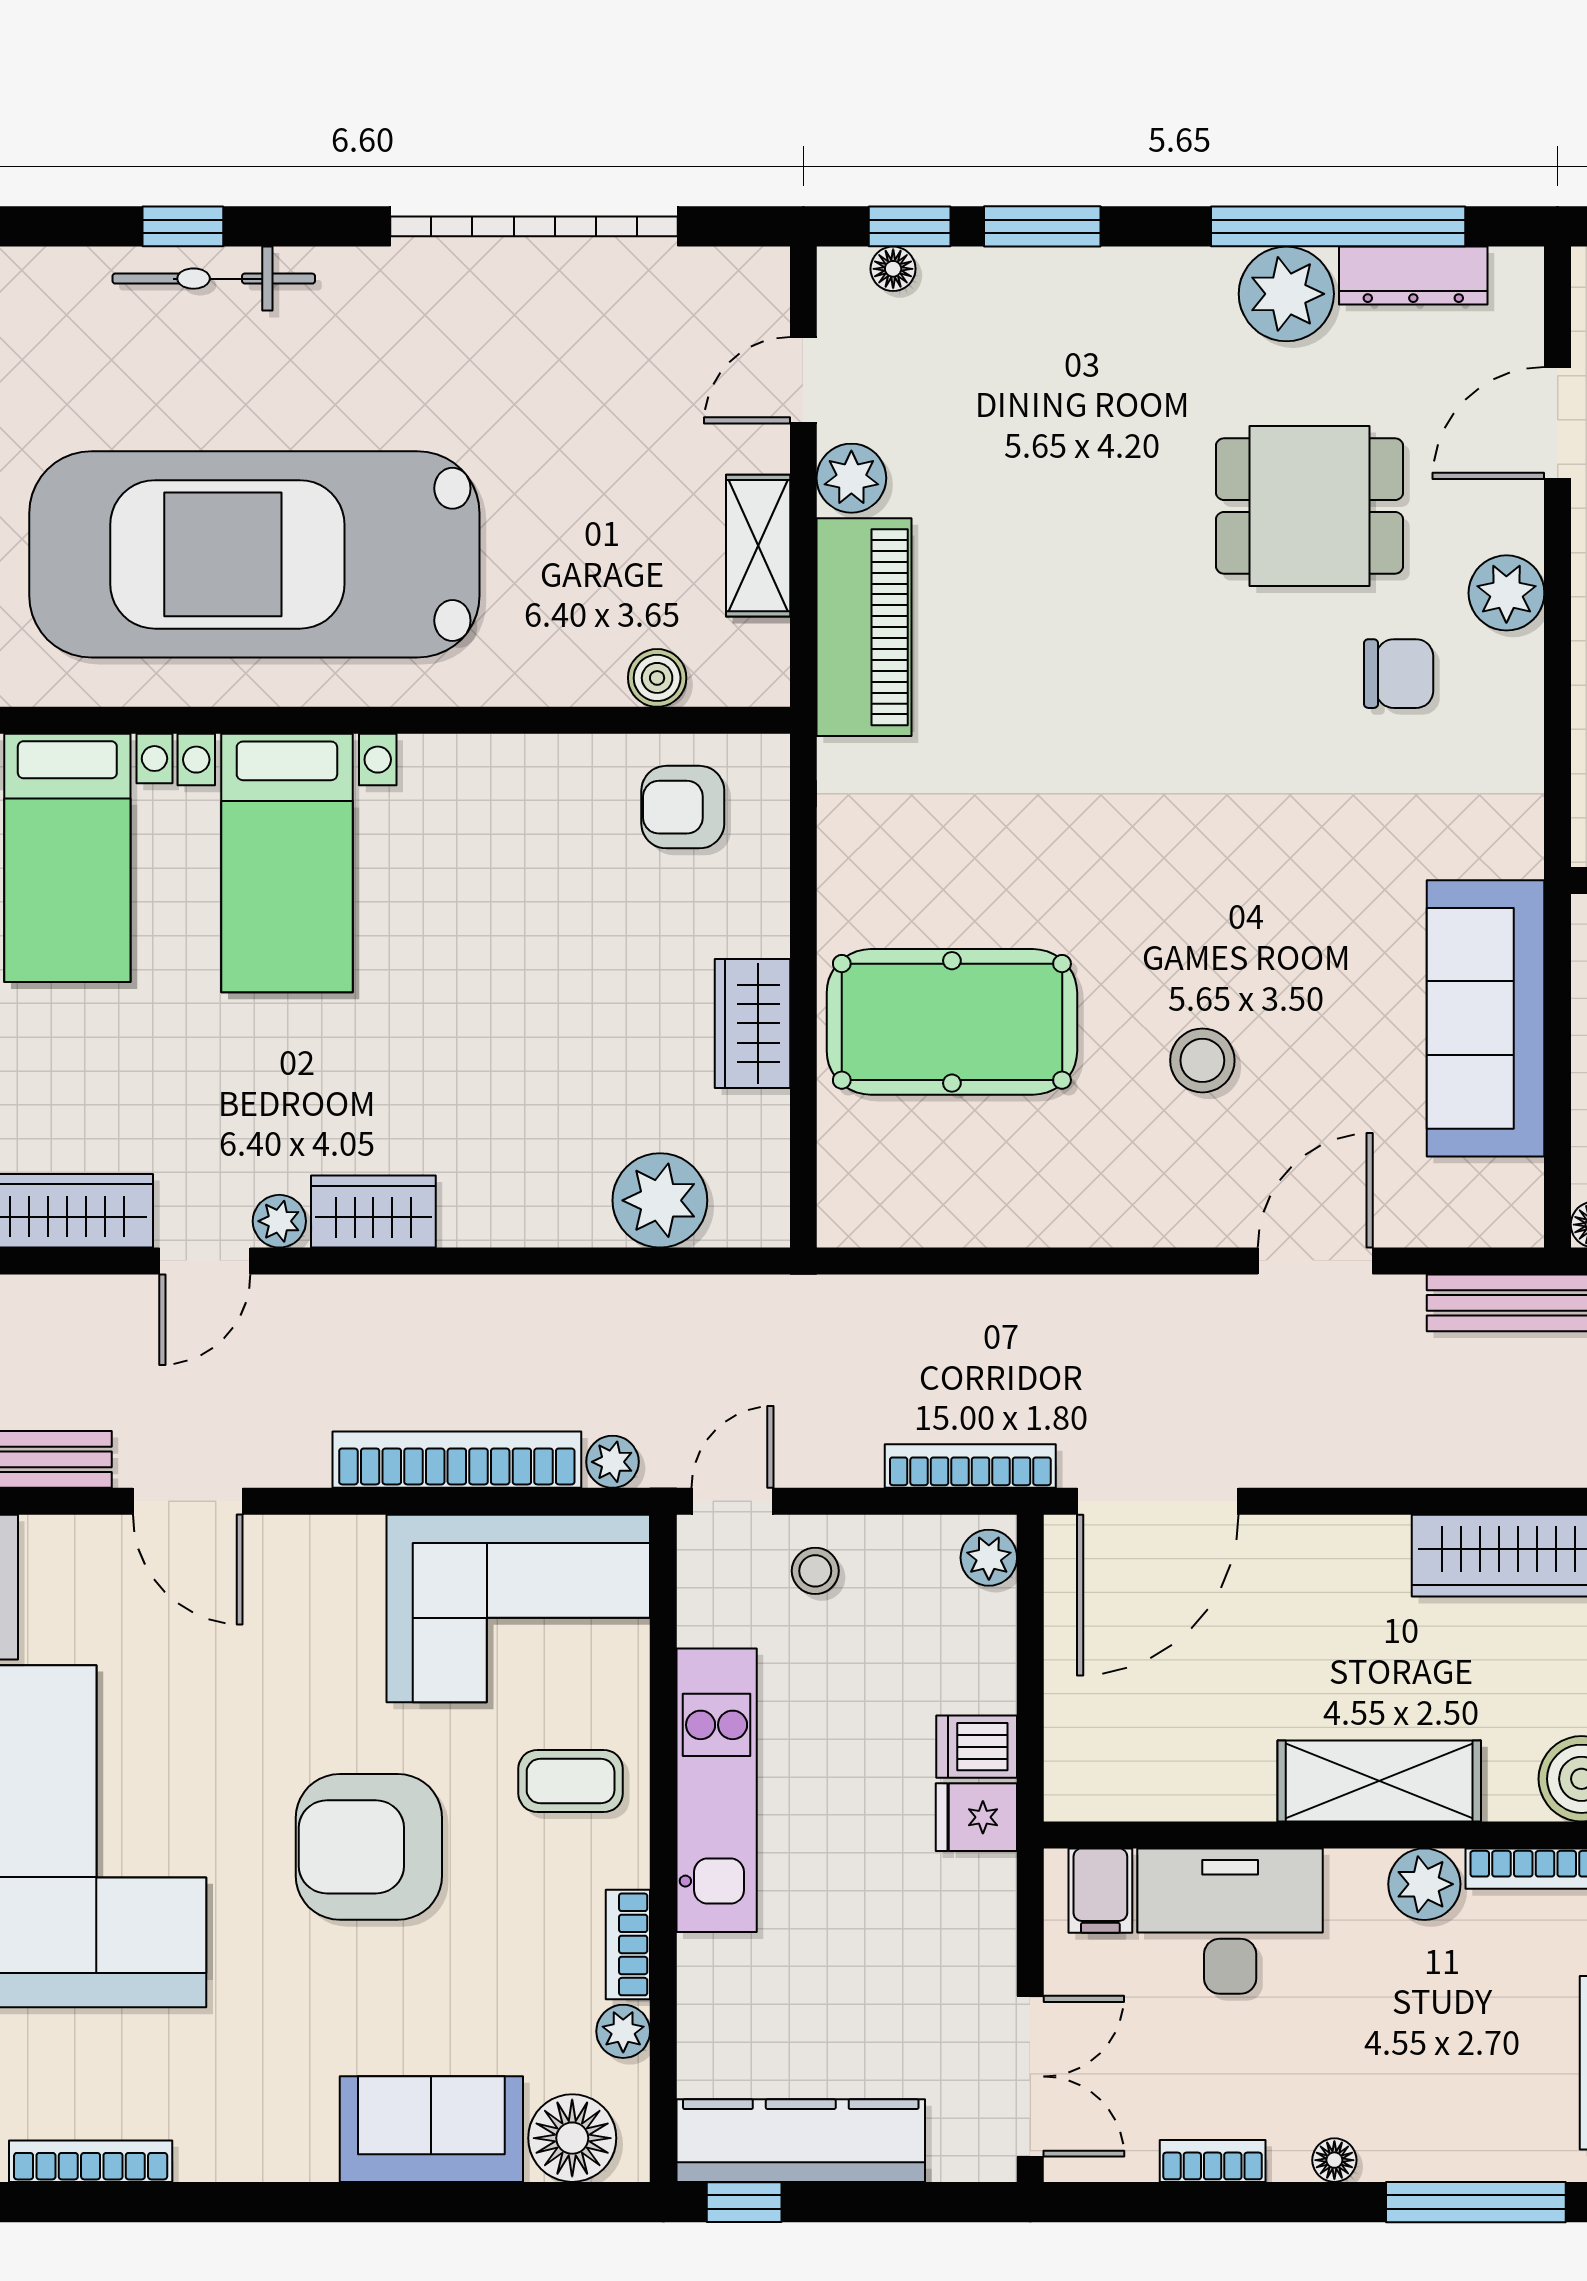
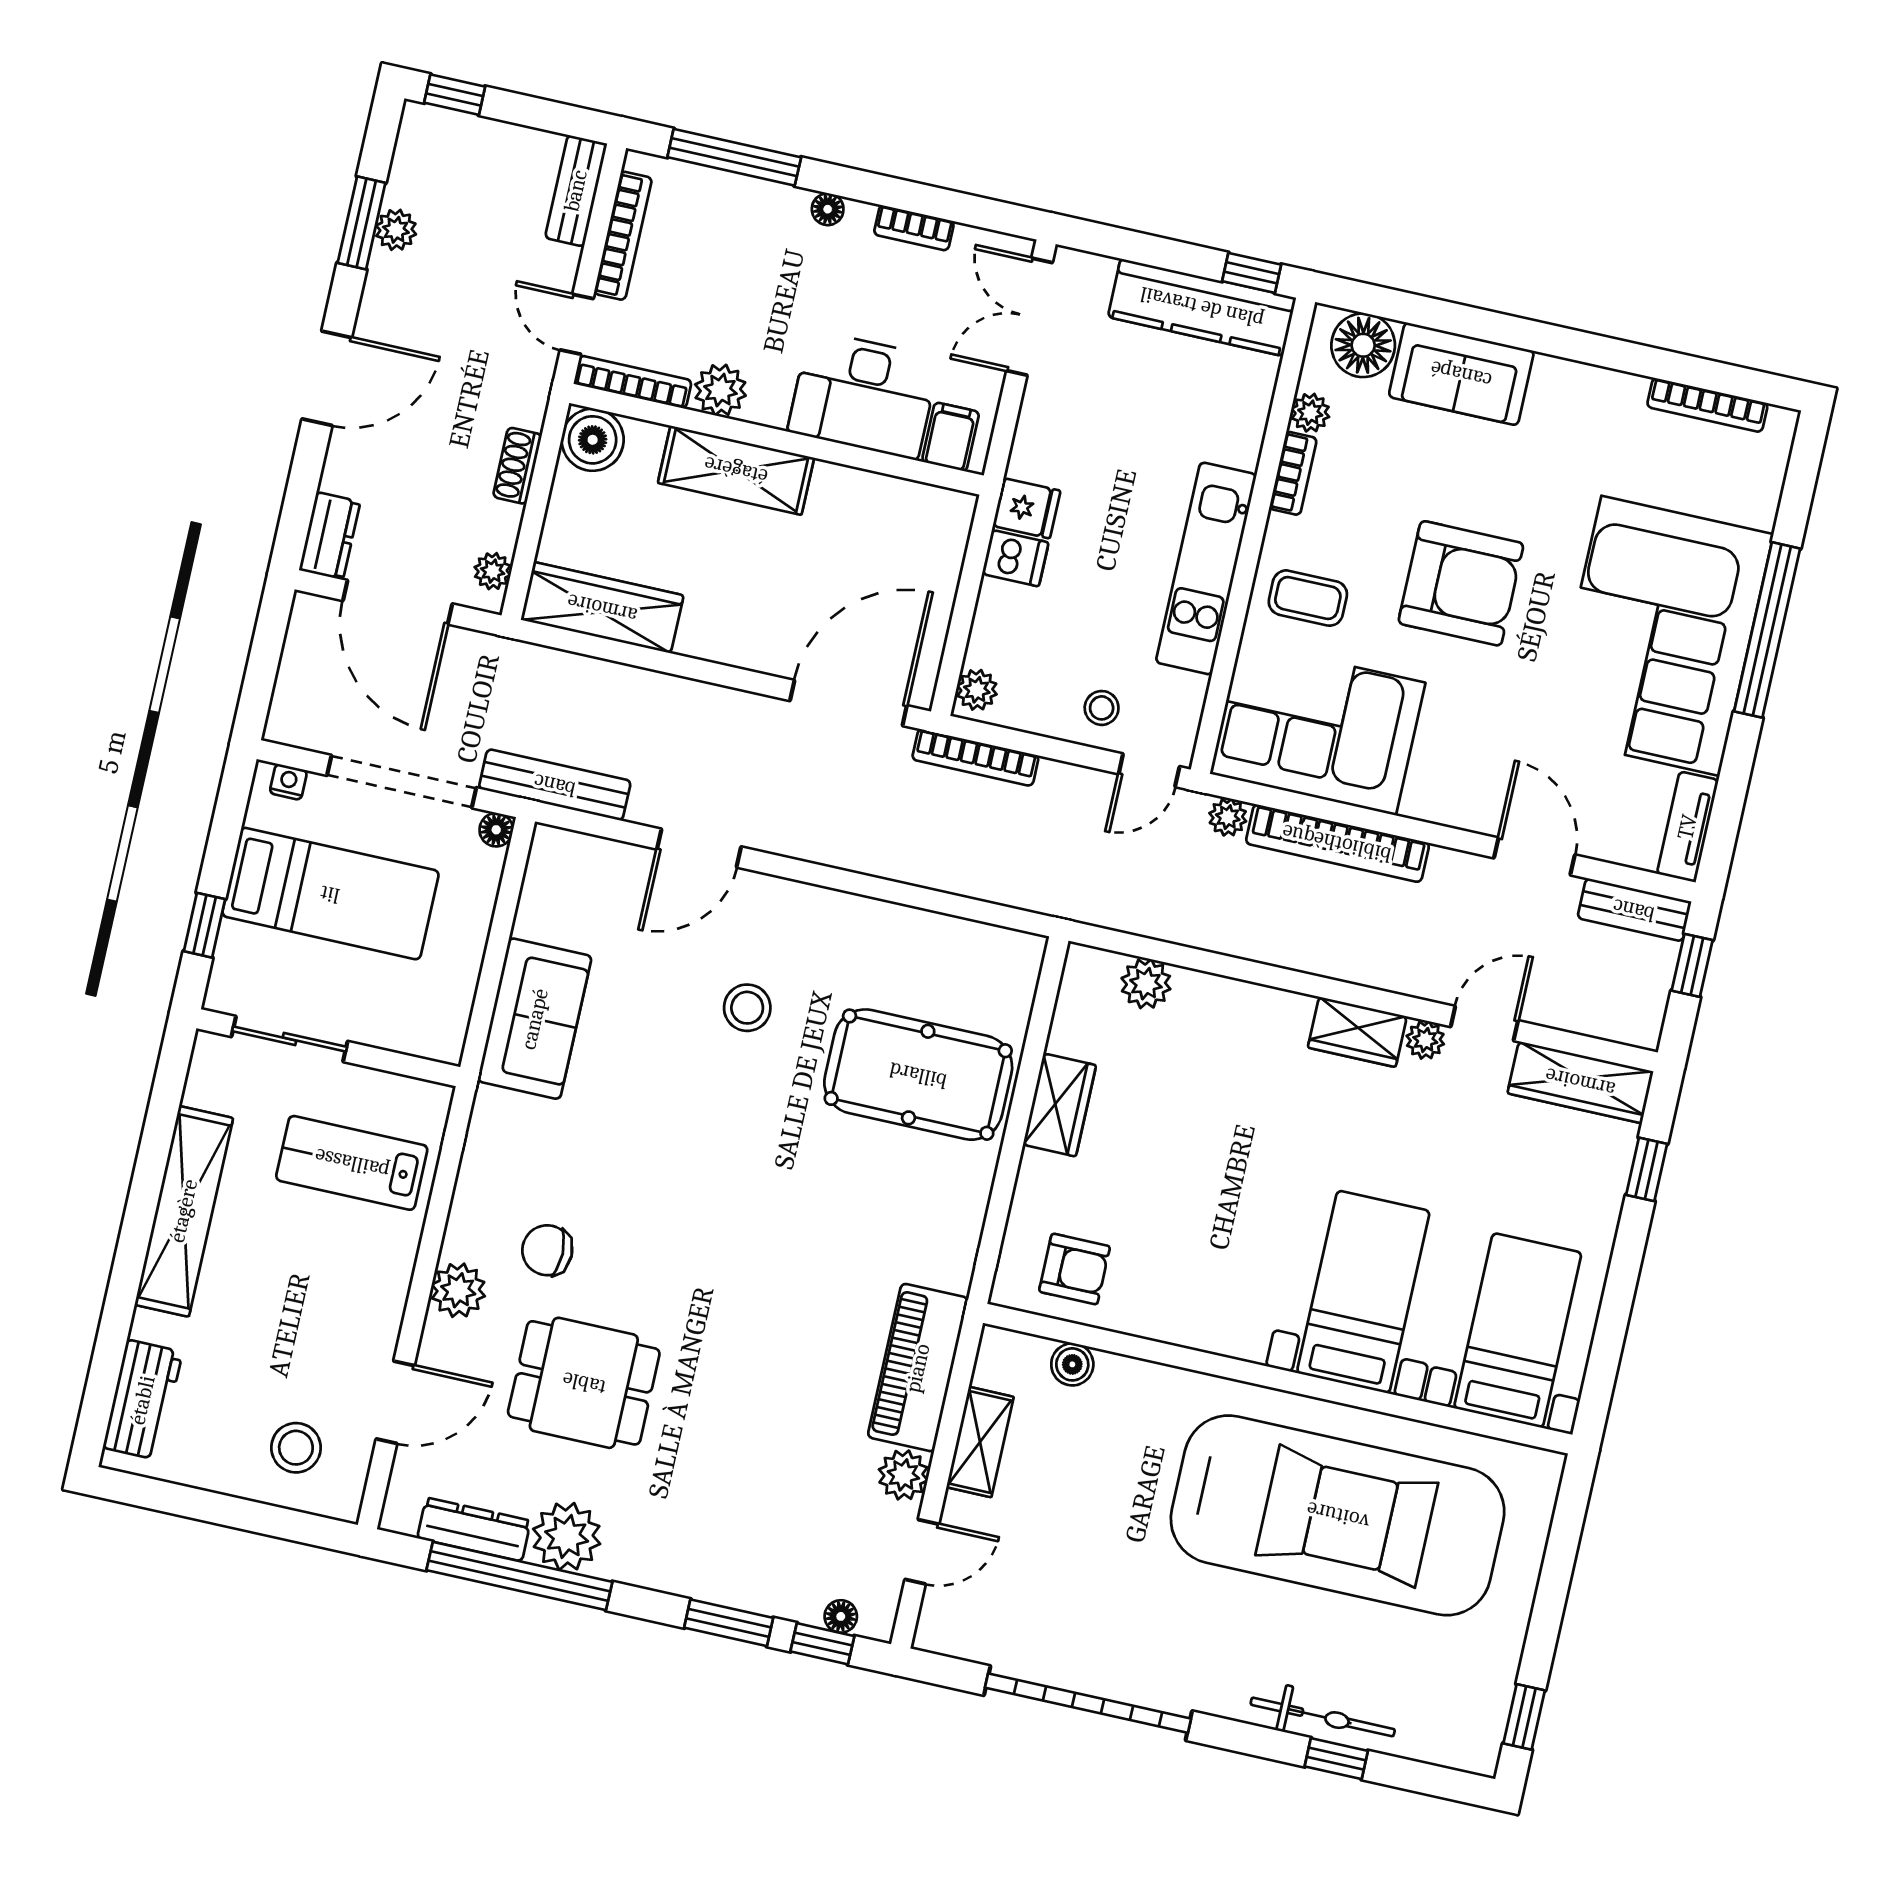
sofa: (1485, 1018) -> (535, 1019), width x0.73
plant: (660, 1200) -> (1146, 984), width x0.73, depth x0.73

